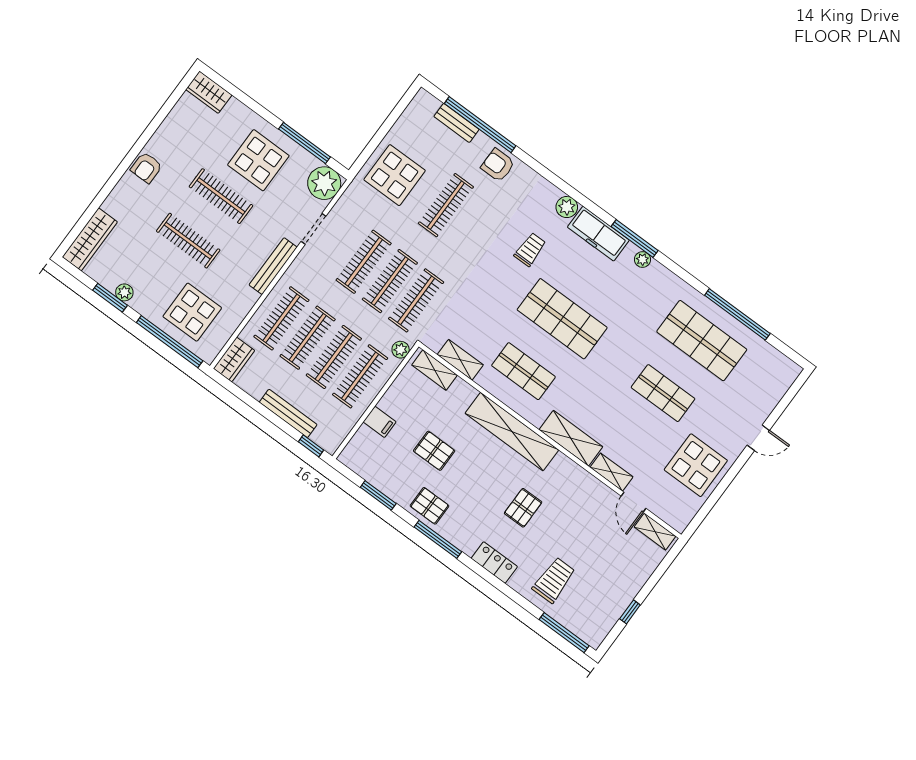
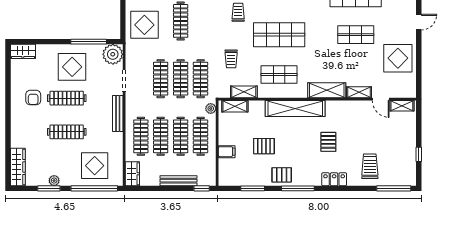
armchair: (146, 168) -> (33, 98), moved
trolley: (476, 304) -> (231, 59), added

